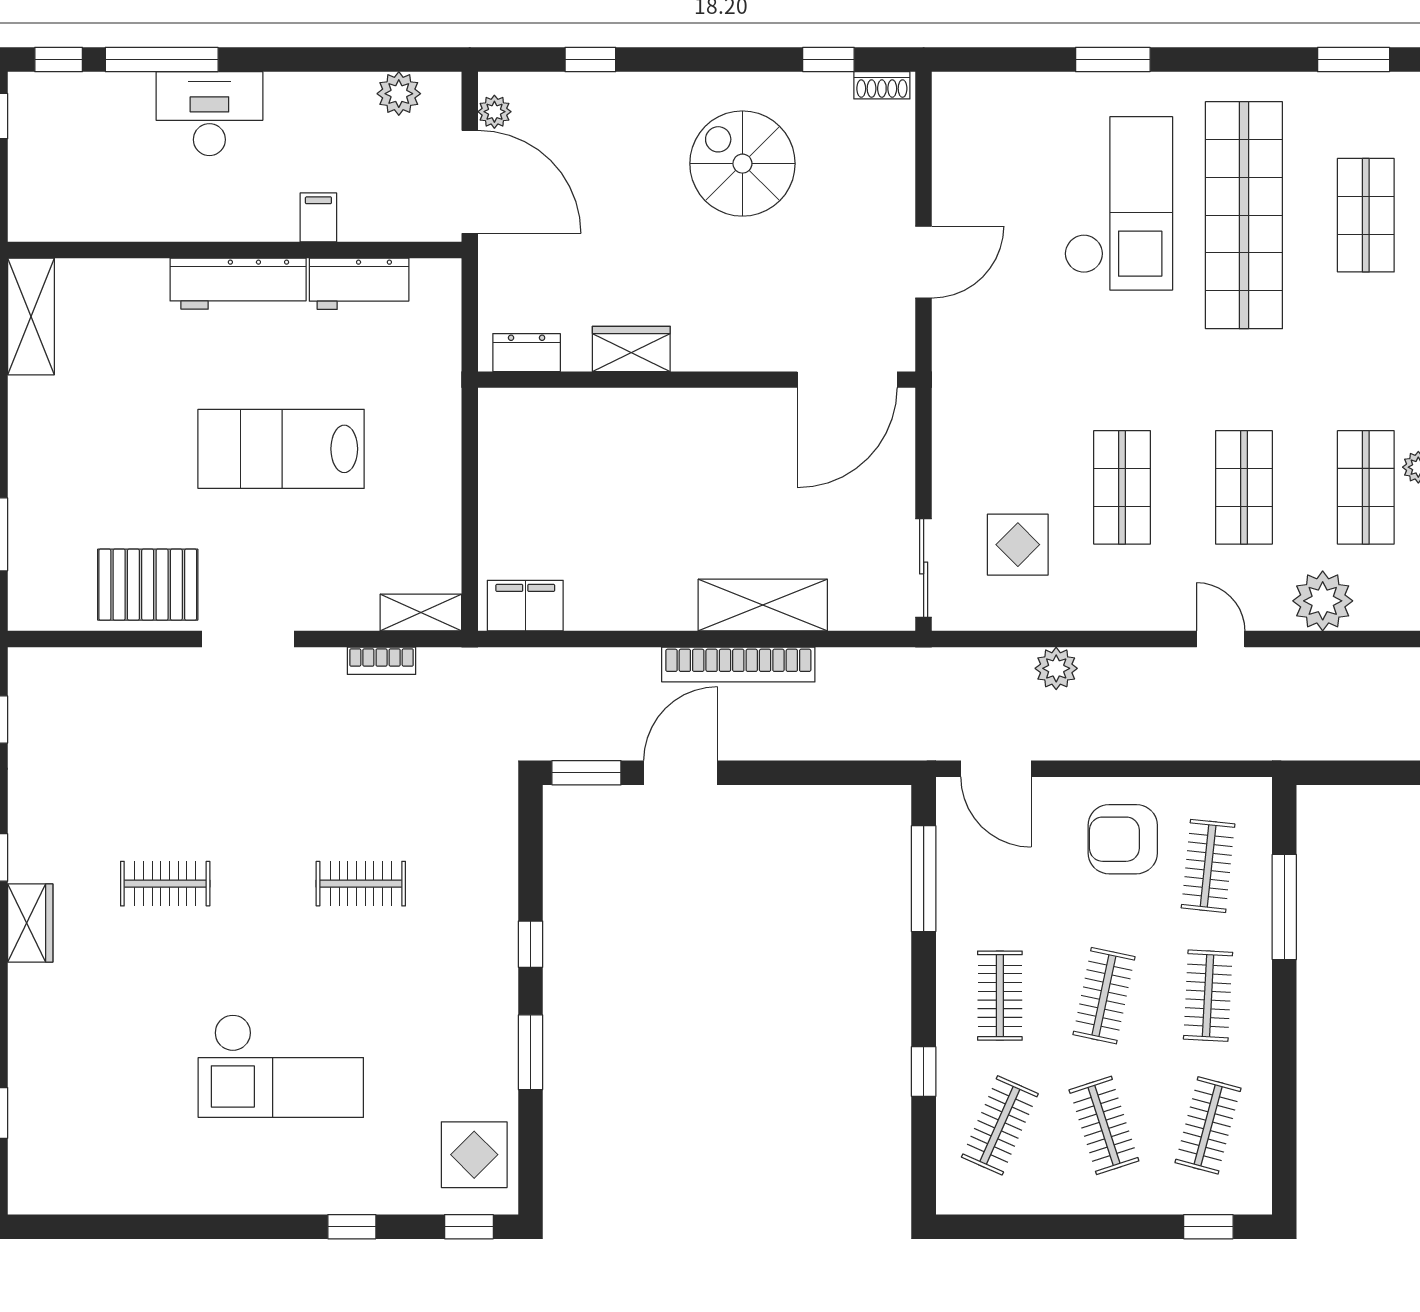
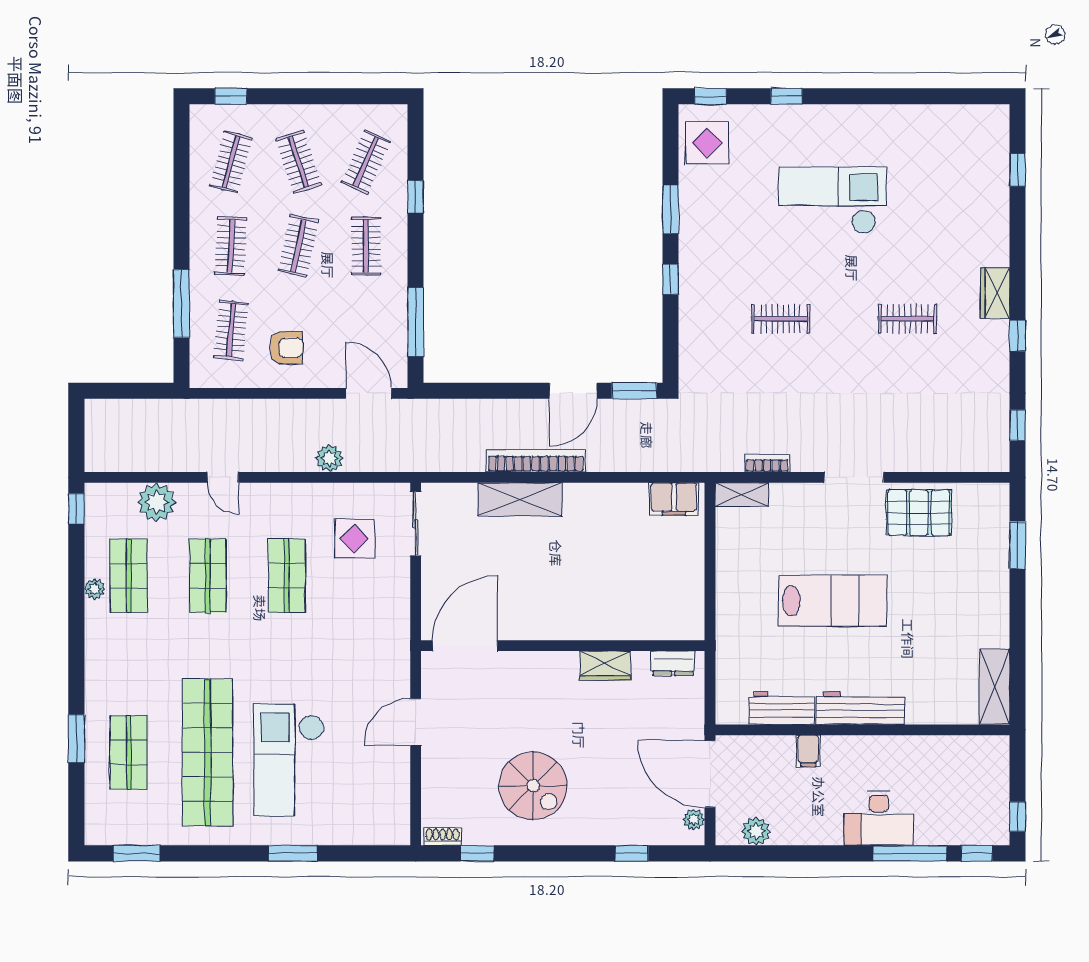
armchair: (1123, 839) -> (286, 348), width x0.72, depth x0.72

